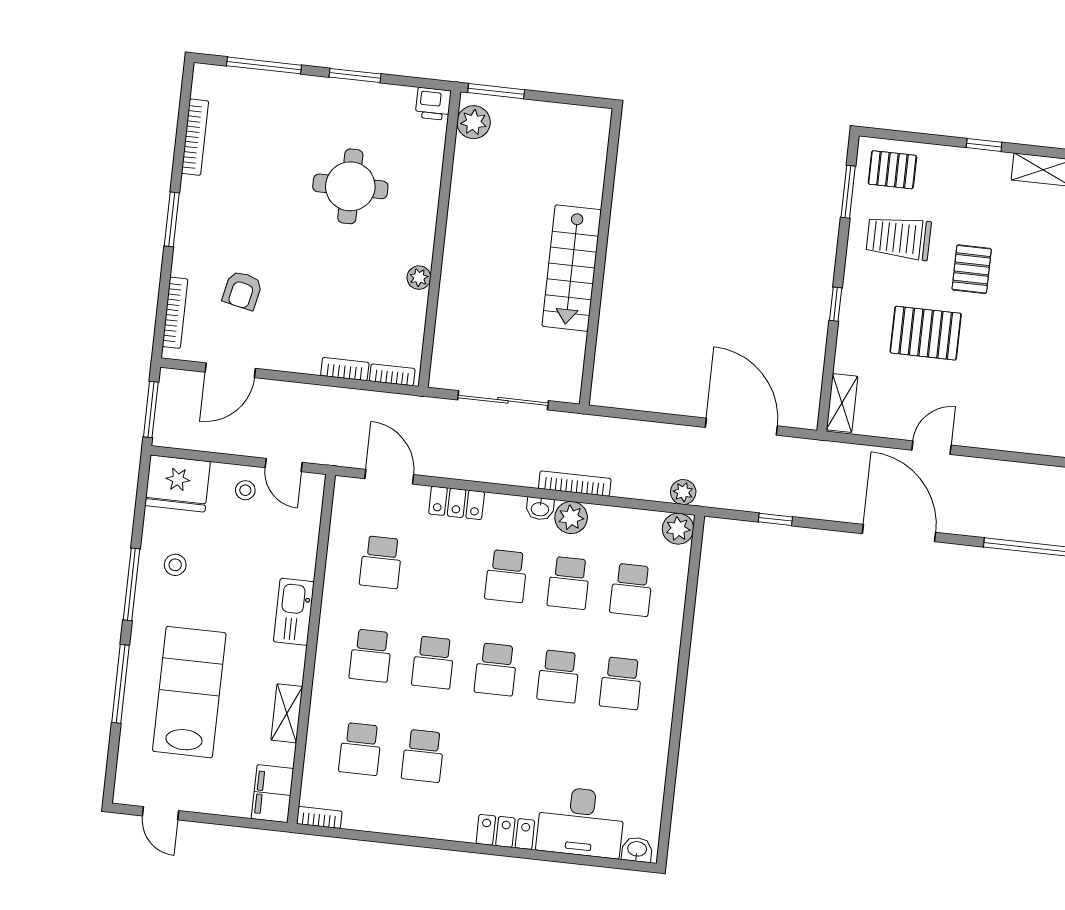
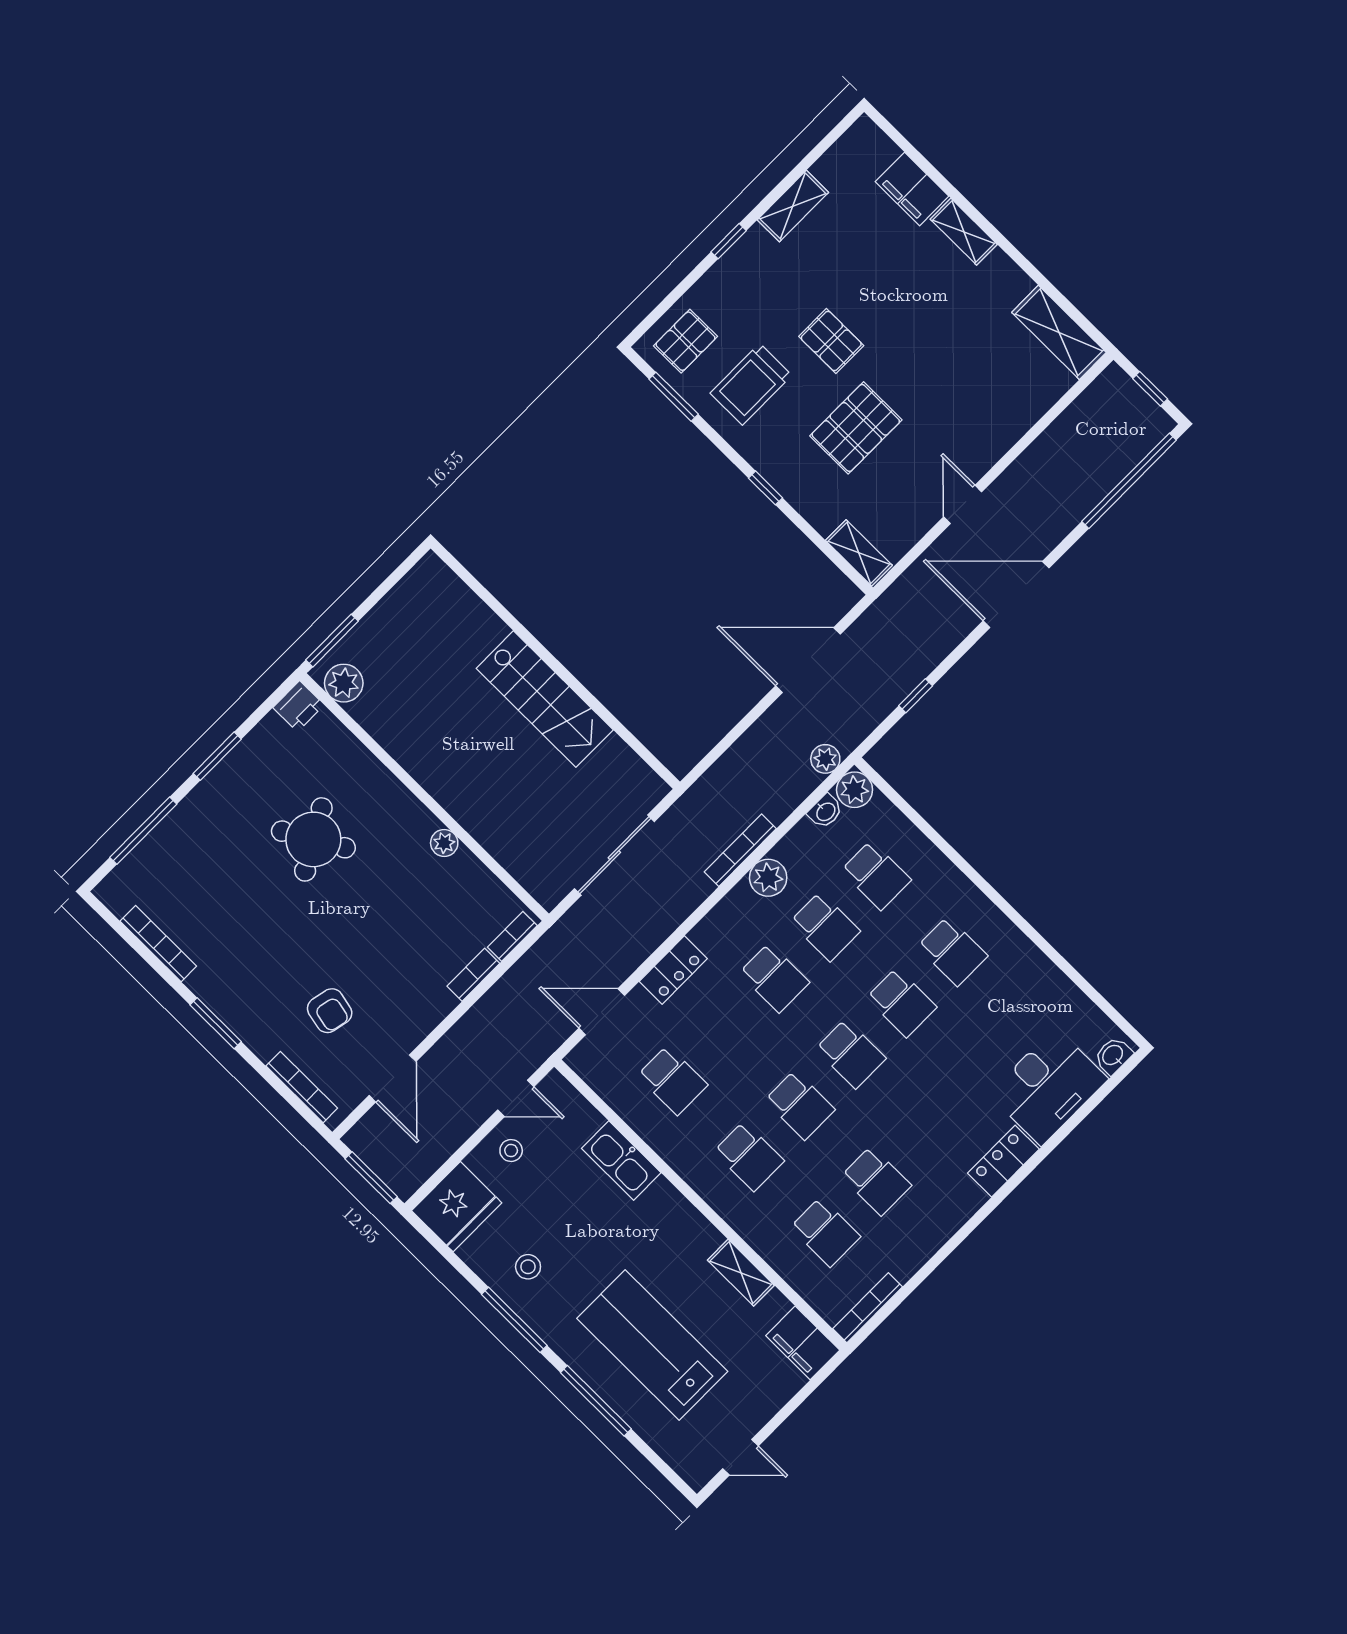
round table: (350, 186) -> (313, 839), turned -30
washbasin: (540, 509) -> (825, 811), moved
kitchen sink: (294, 612) -> (621, 1161), moved
bookcase: (319, 817) -> (868, 1308), width x1.56

